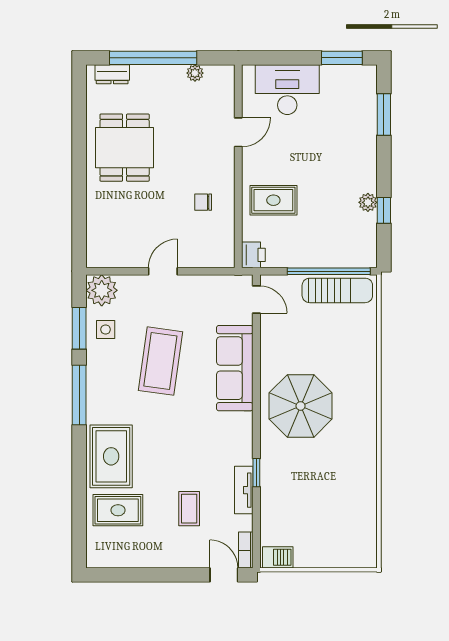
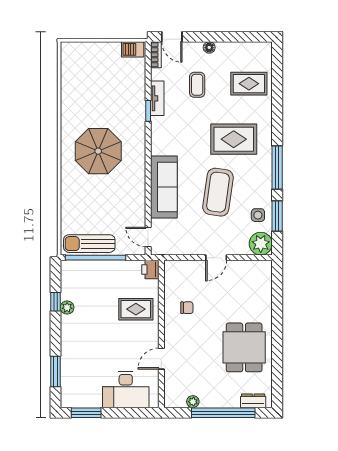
parasol: (301, 406) -> (98, 151), moved
rug: (111, 456) -> (234, 139), moved, turned 90
floor lamp: (173, 560) -> (209, 47), added

